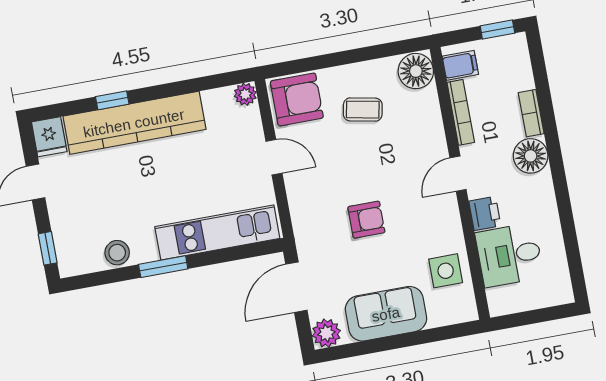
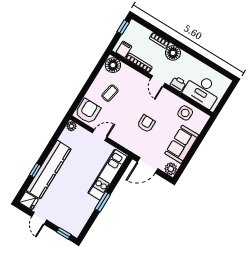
stool: (117, 253) -> (85, 212), removed
desk: (509, 255) -> (202, 90), width x1.37
door: (296, 287) -> (148, 165), hinge flipped

